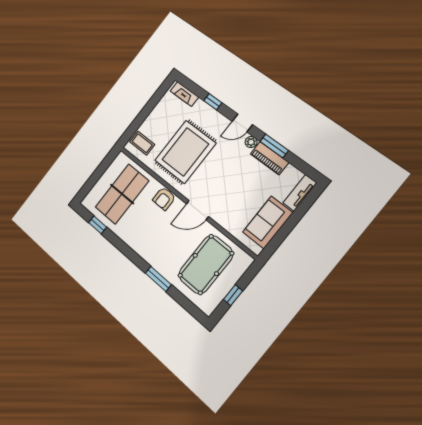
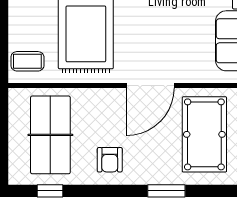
armchair: (164, 199) -> (110, 160), moved
door: (197, 210) -> (150, 86), width x1.36

